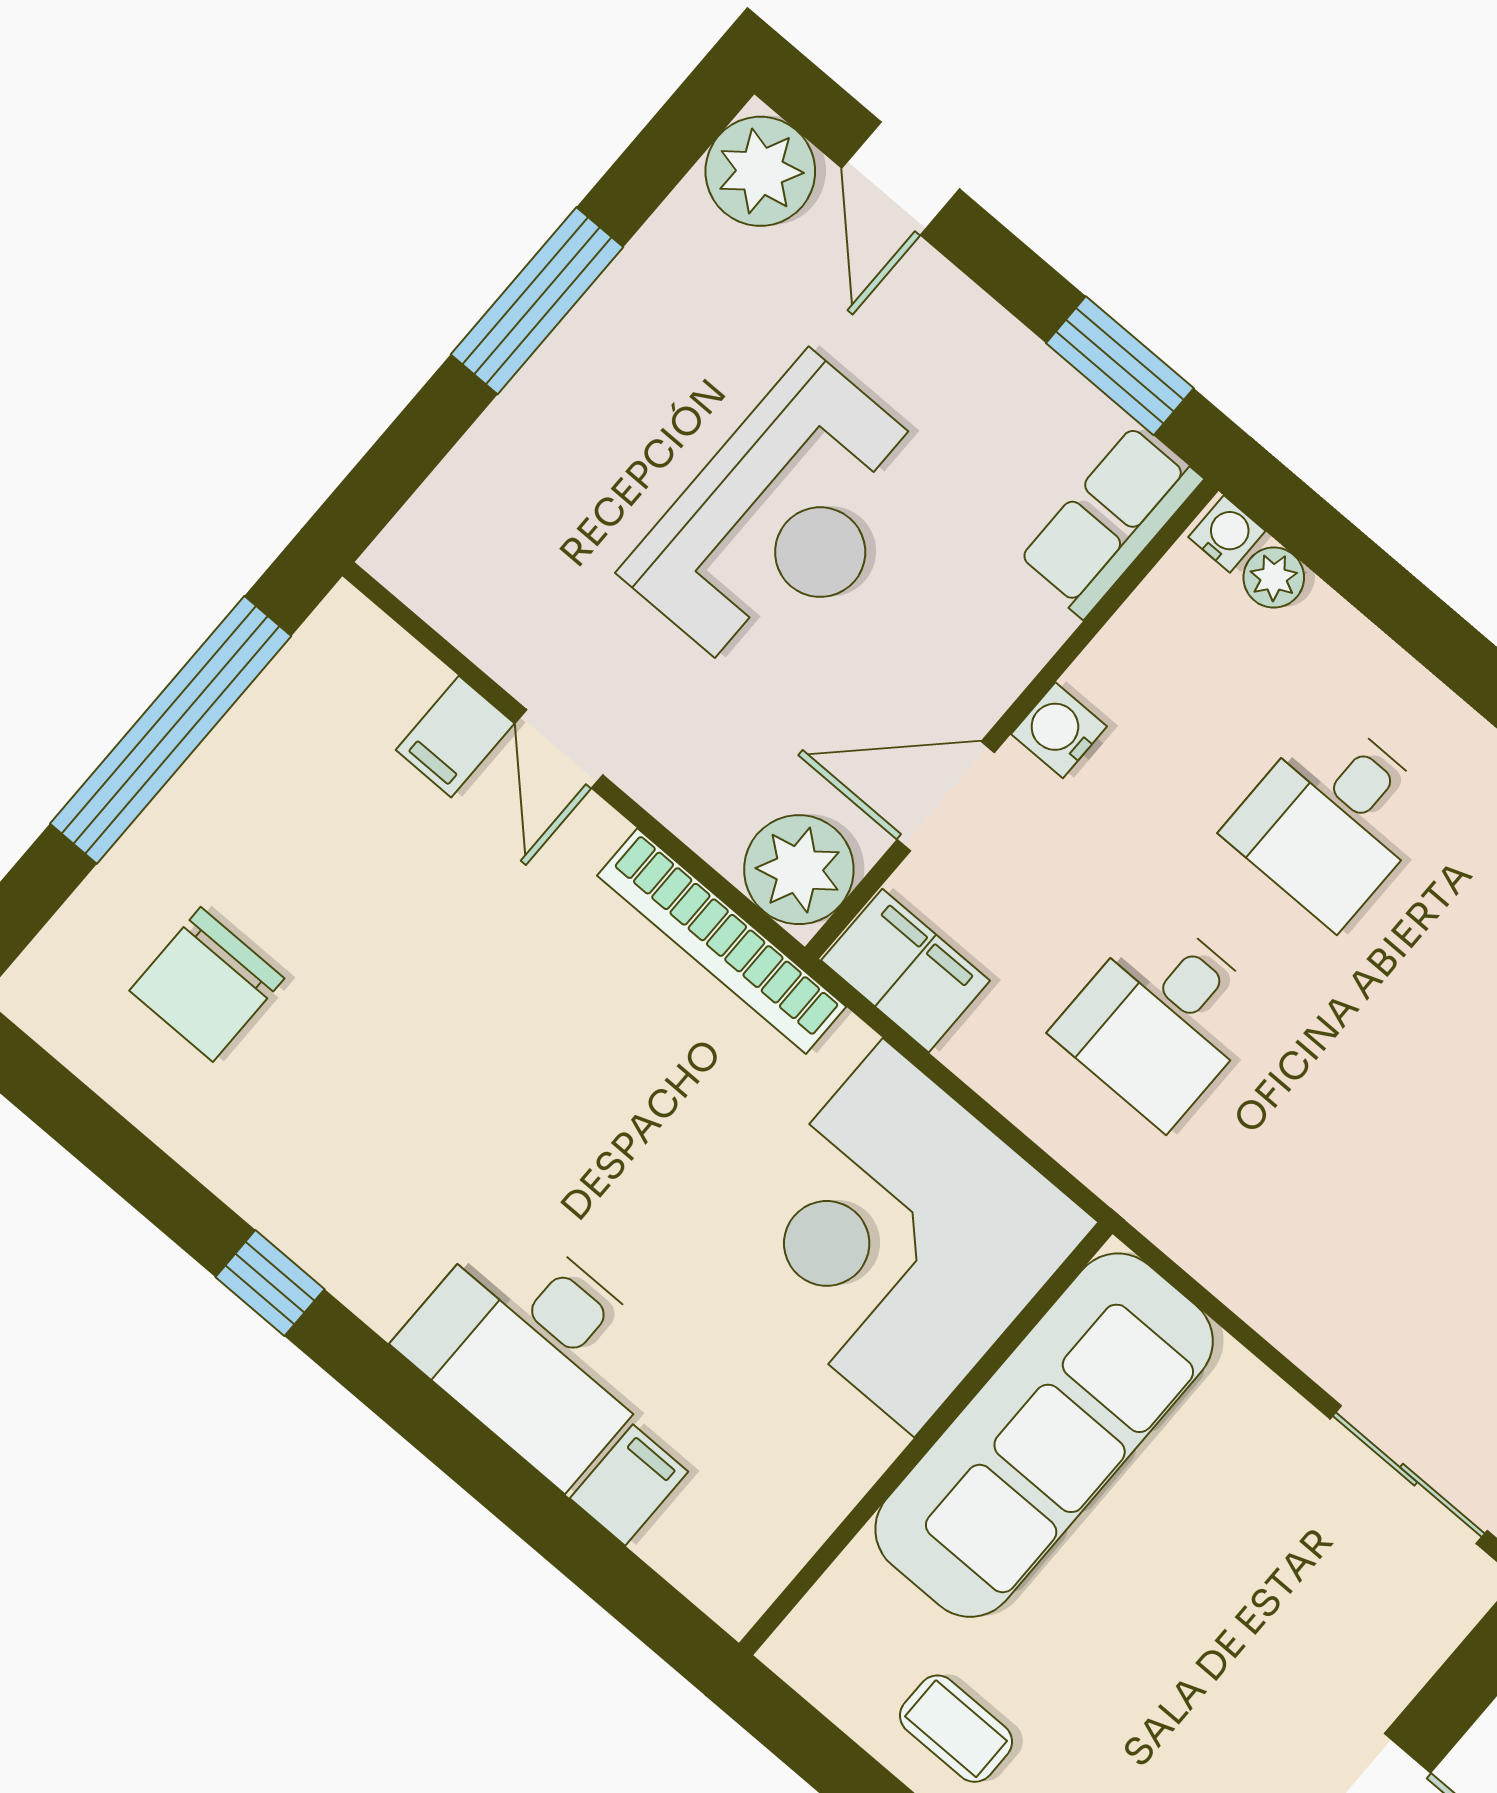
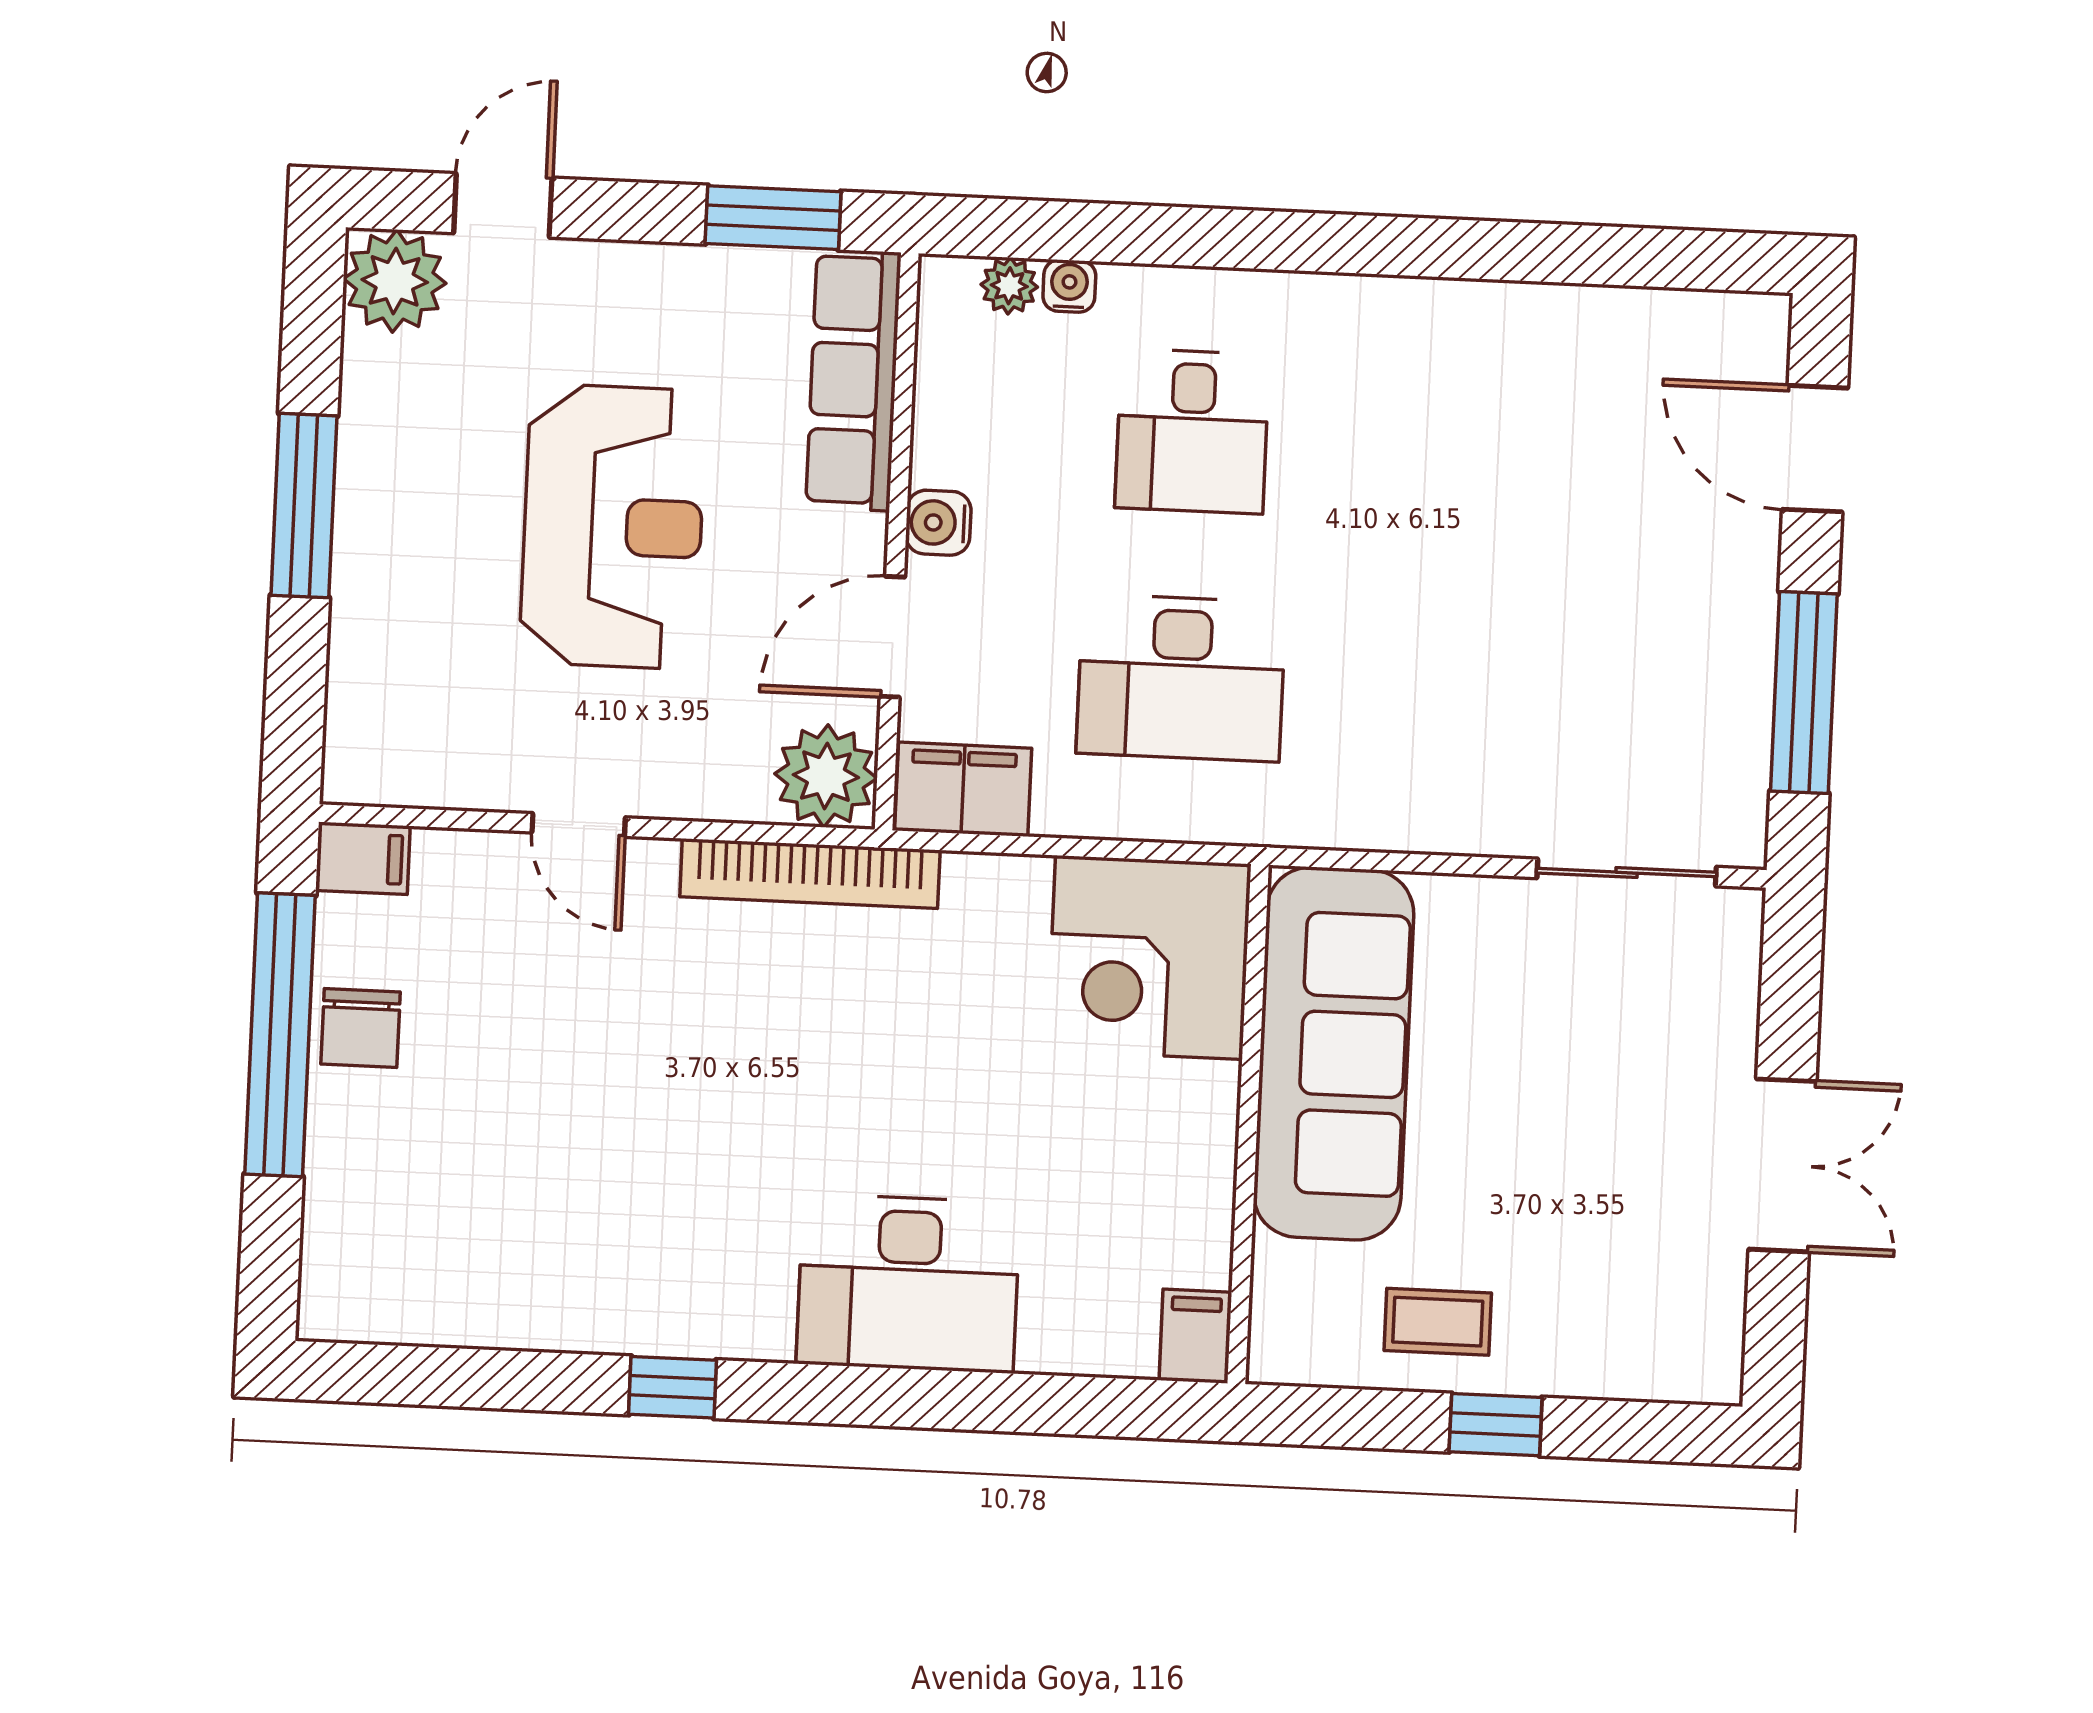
door: (901, 179) -> (503, 205), swing flipped
row of seats: (1110, 521) -> (853, 380), width x1.48
water cooler: (1227, 534) -> (1069, 286), moved
filing cabinet: (455, 737) -> (363, 858), moved, turned -90
chair: (207, 984) -> (361, 1028), moved, width x0.73, depth x0.73
desk: (1161, 1020) -> (1181, 678), width x1.37
corner desk: (899, 1238) -> (1149, 958), width x0.74, depth x0.74
filing cabinet: (629, 1485) -> (1195, 1336), moved

